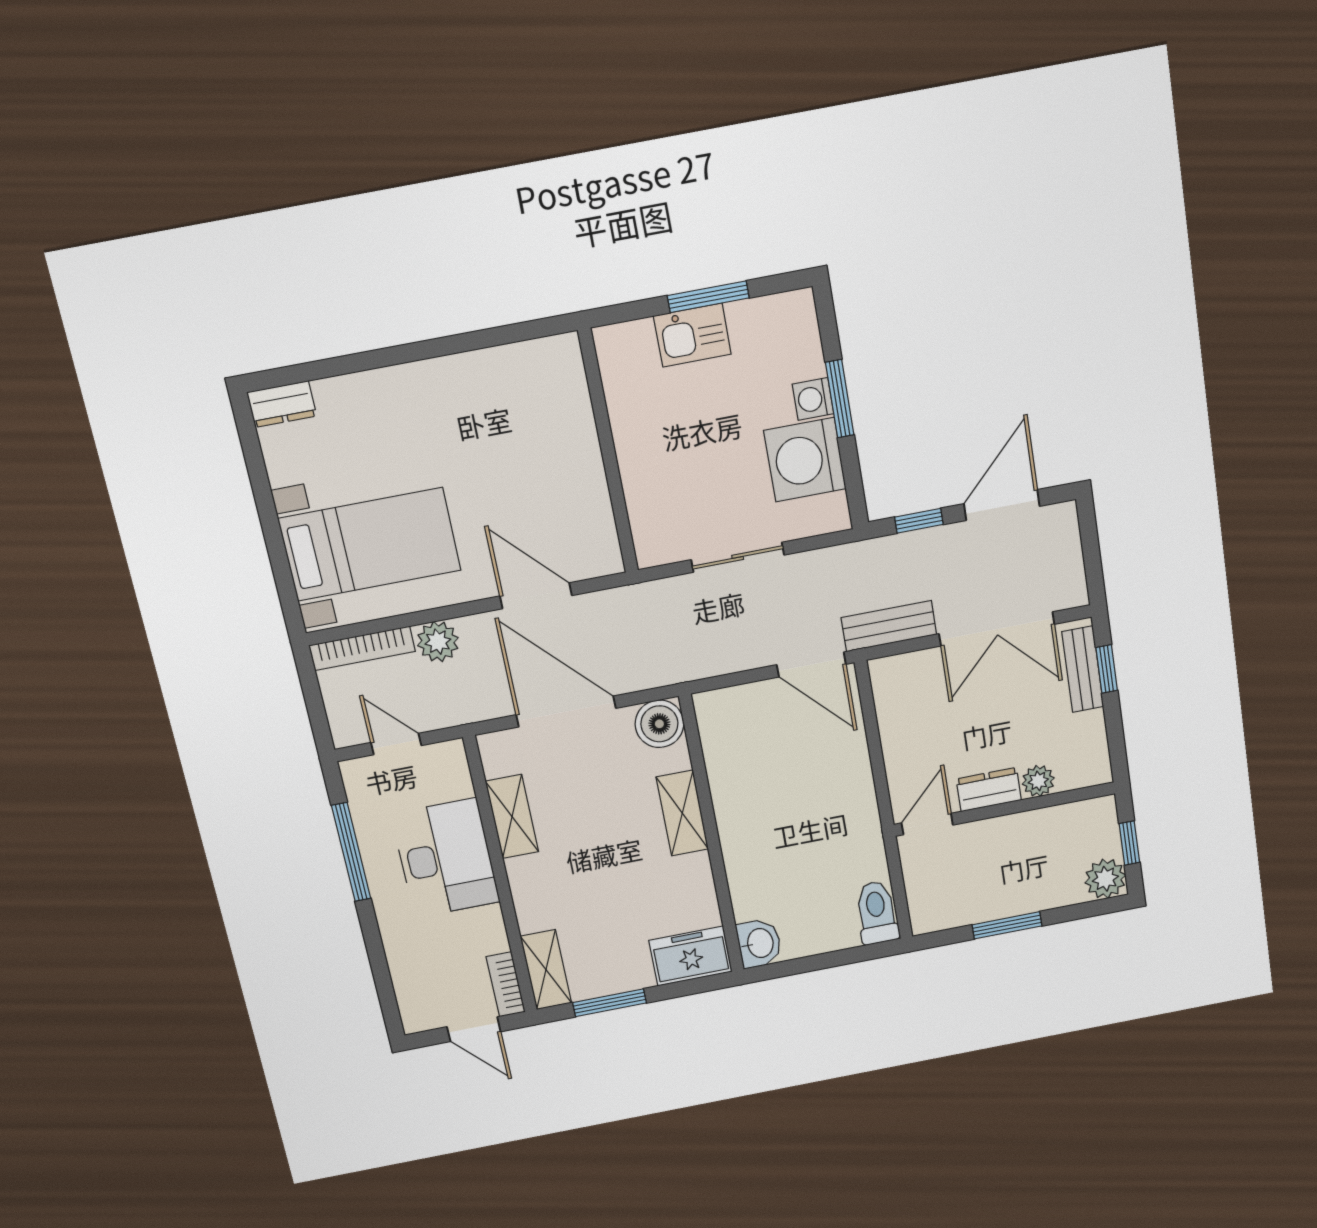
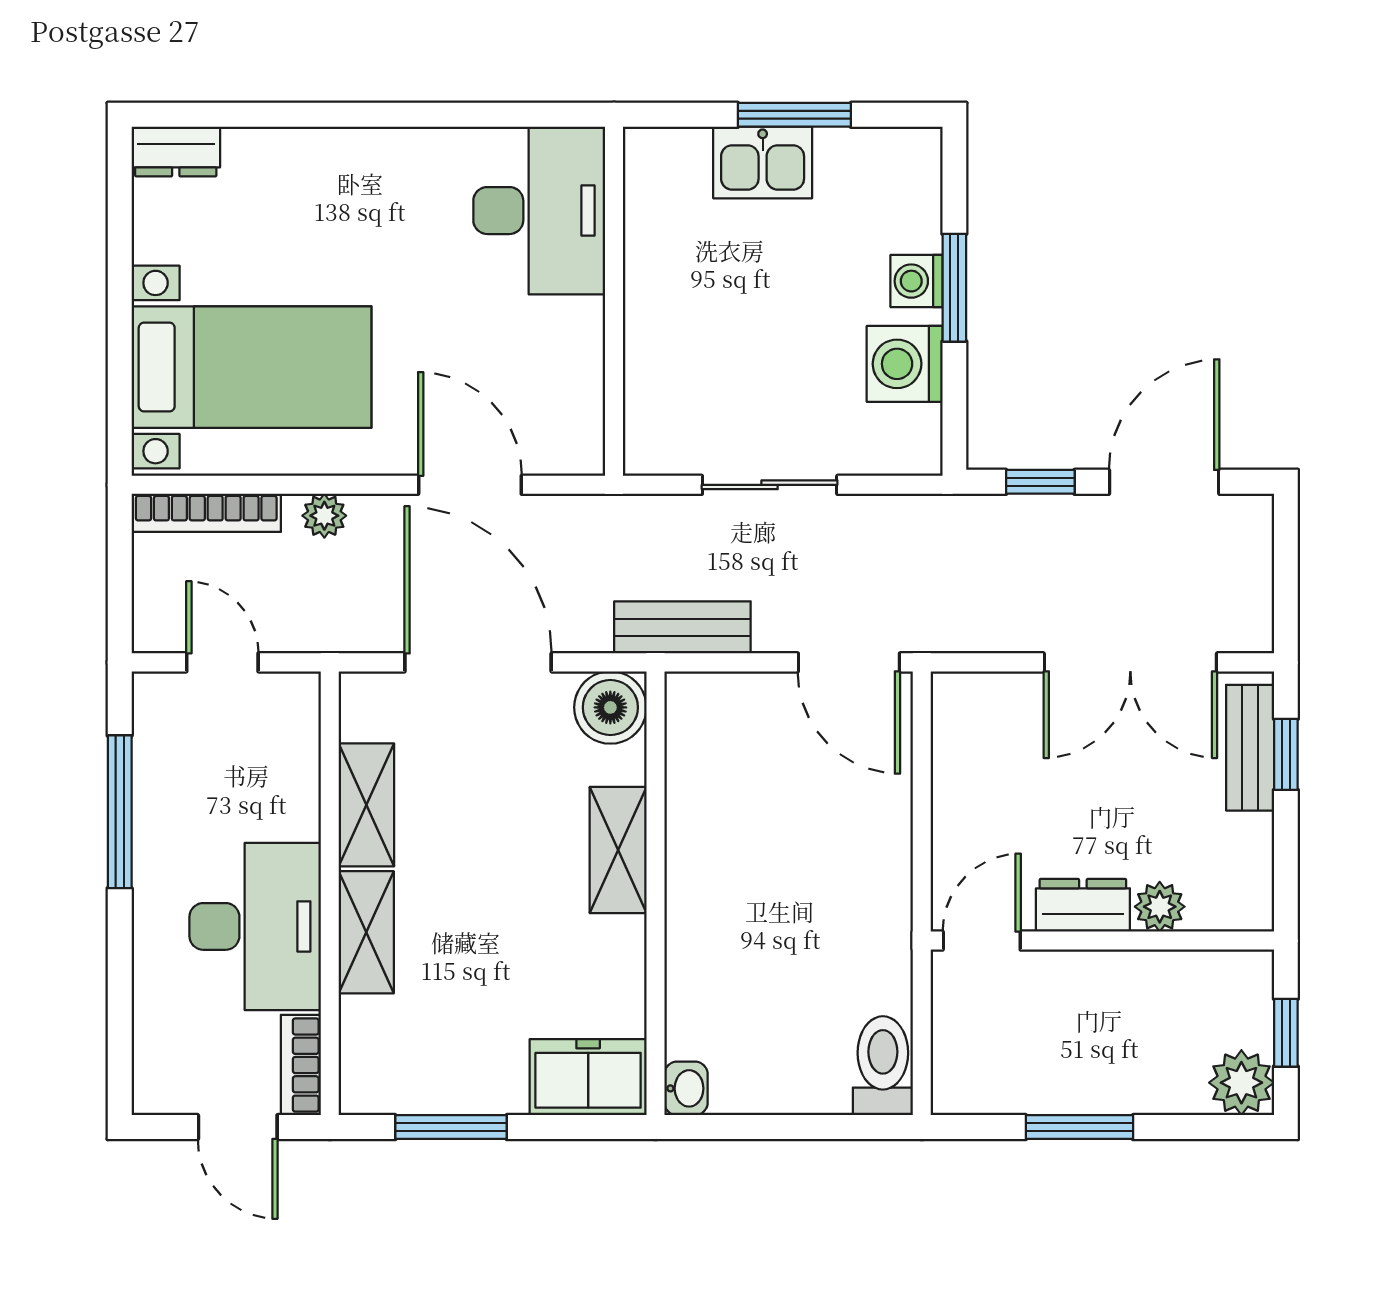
desk: (544, 398) -> (539, 211), added
washing machine: (805, 460) -> (905, 364), width x0.73, depth x0.73
bench: (889, 626) -> (682, 627), moved
plant: (438, 642) -> (324, 516), width x0.73, depth x0.73
desk: (446, 858) -> (255, 926), moved
washbasin: (759, 943) -> (686, 1088), width x0.72, depth x0.69
shelving: (546, 970) -> (366, 932), moved

